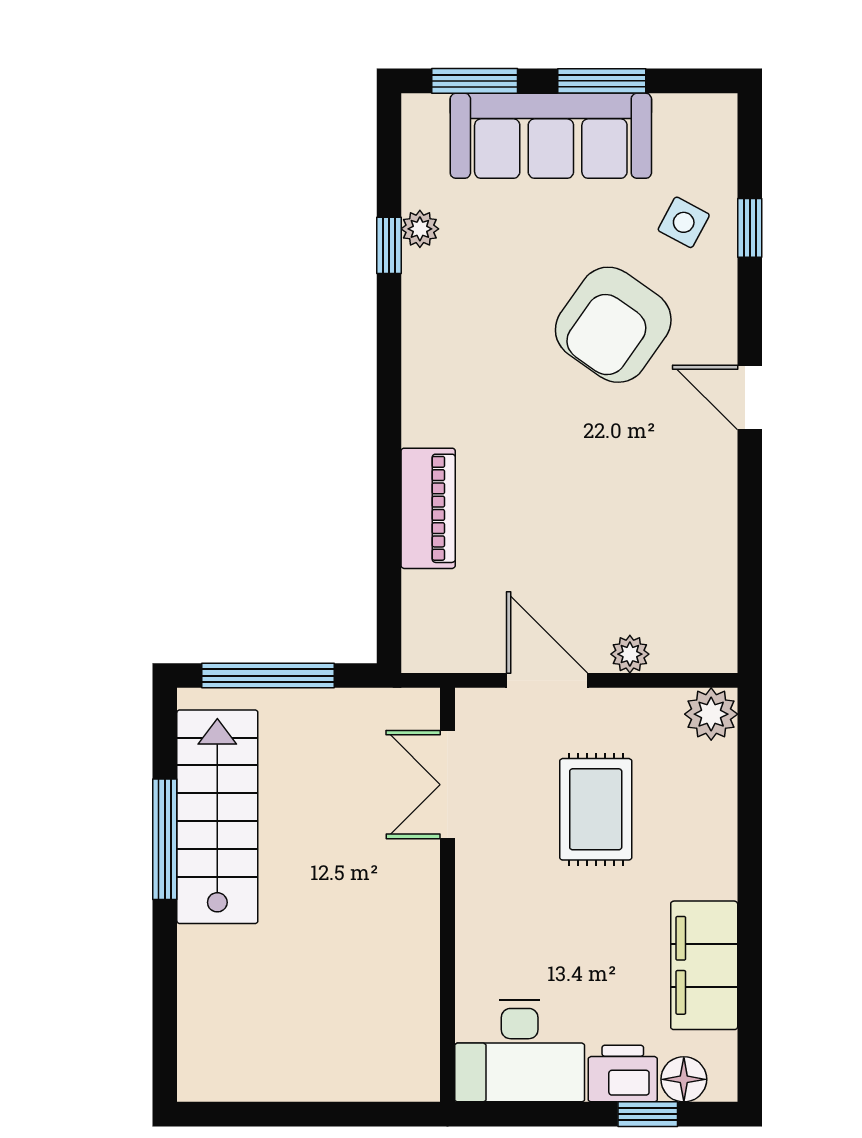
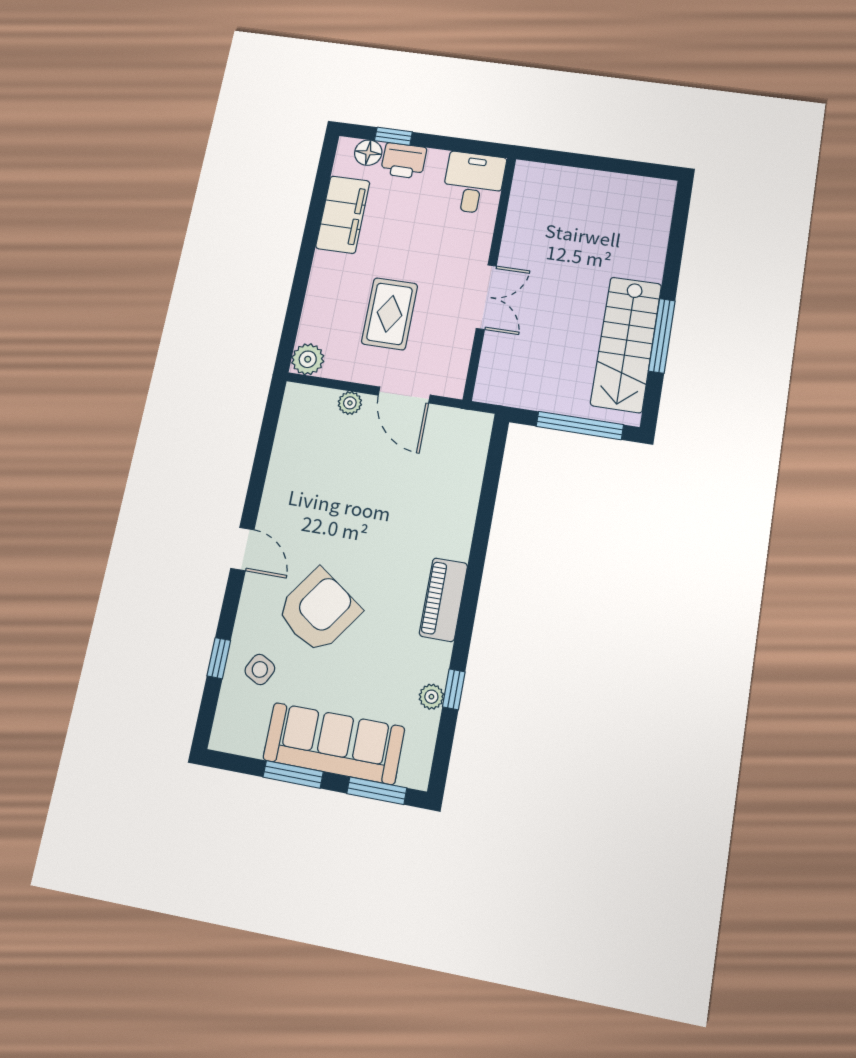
piano: (428, 508) -> (443, 600), moved
double door: (447, 785) -> (486, 297), moved
desk: (520, 1051) -> (473, 183), width x0.73

